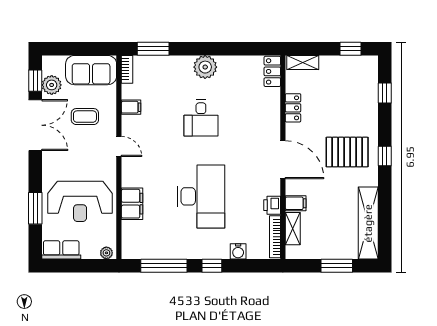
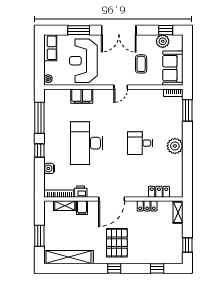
locker: (272, 71) -> (159, 192), moved
filing cabinet: (131, 107) -> (147, 95), removed
double door: (35, 125) -> (119, 30), moved
desk: (201, 196) -> (87, 143), turned 90

